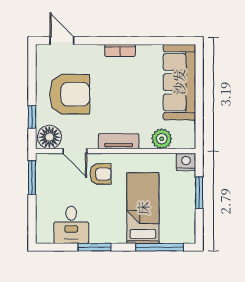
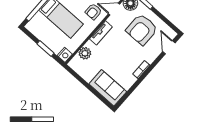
door: (62, 41) -> (169, 47), swing flipped
sofa: (179, 82) -> (108, 88), width x0.73

